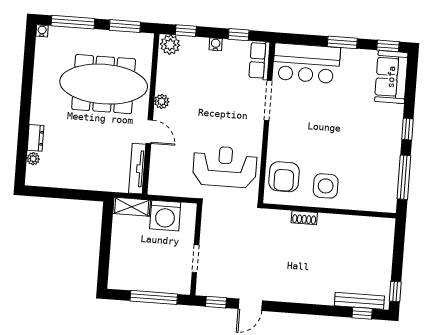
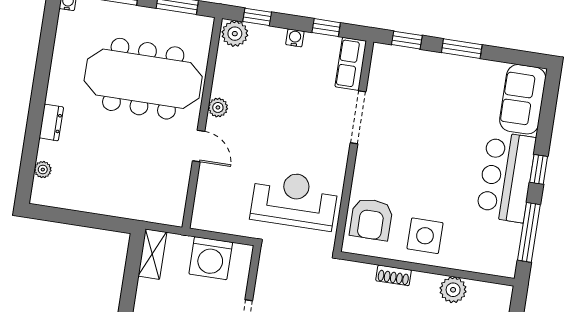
window: (388, 46) -> (407, 40), moved
bar counter: (306, 63) -> (506, 177), moved, turned 90
dresser: (36, 138) -> (51, 122), moved
tv unit: (137, 169) -> (179, 193), removed
shelving: (132, 207) -> (152, 254), moved, turned 90
plant: (350, 225) -> (453, 290), added

